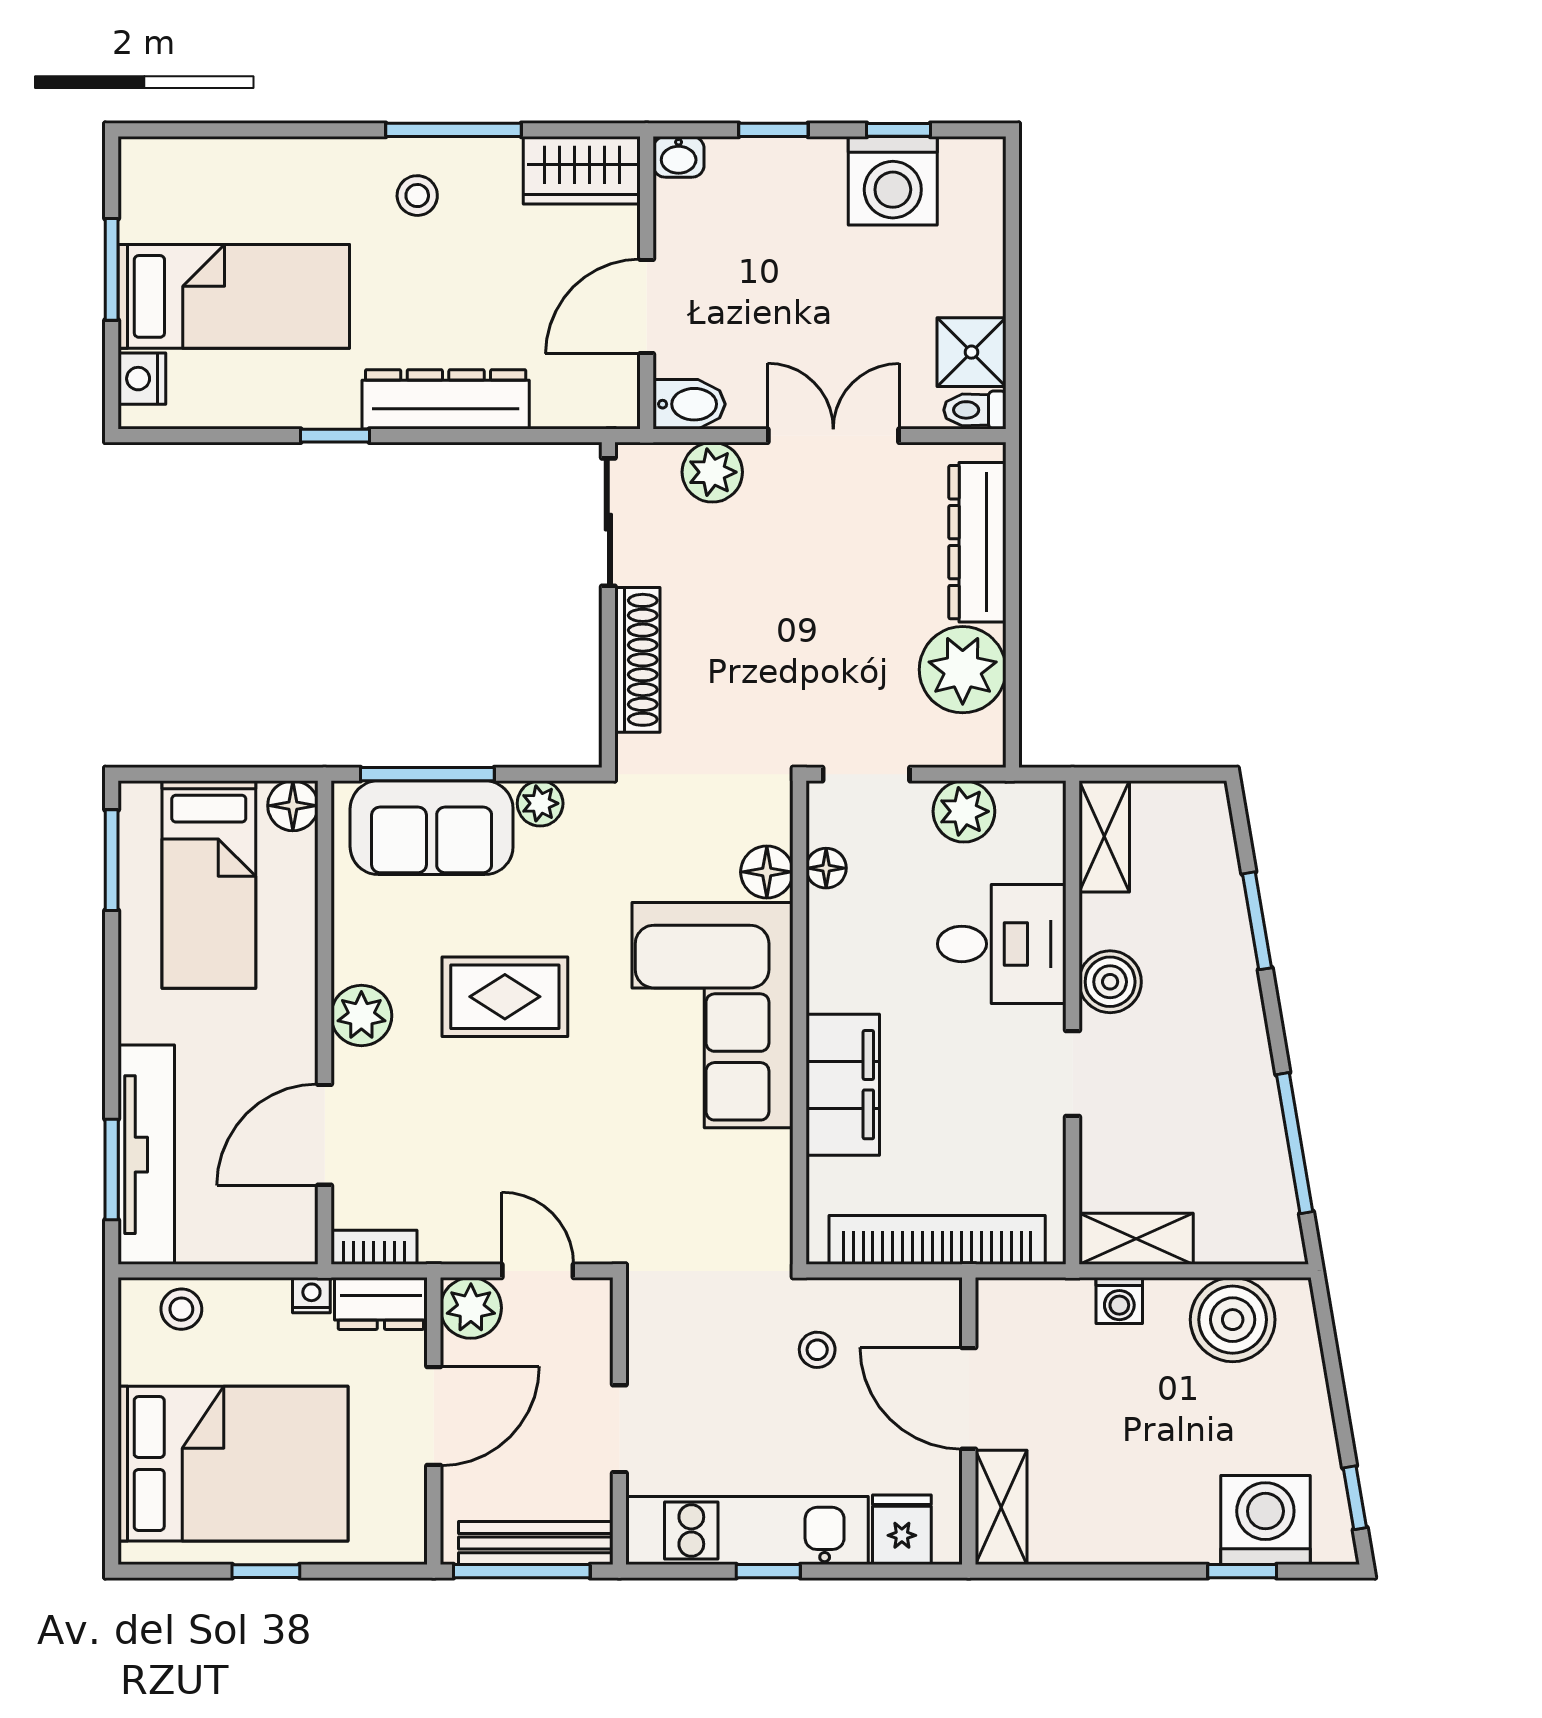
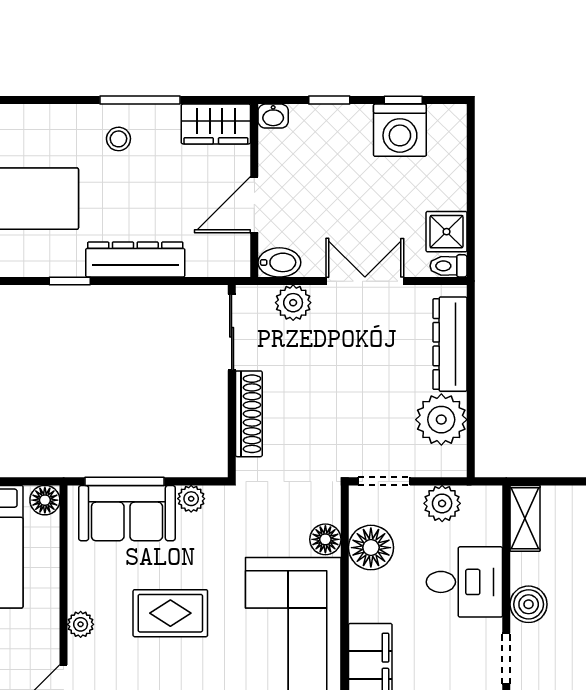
floor lamp: (826, 868) -> (371, 548), width x1.89, depth x1.89
plant: (361, 1016) -> (81, 624), width x0.73, depth x0.73

